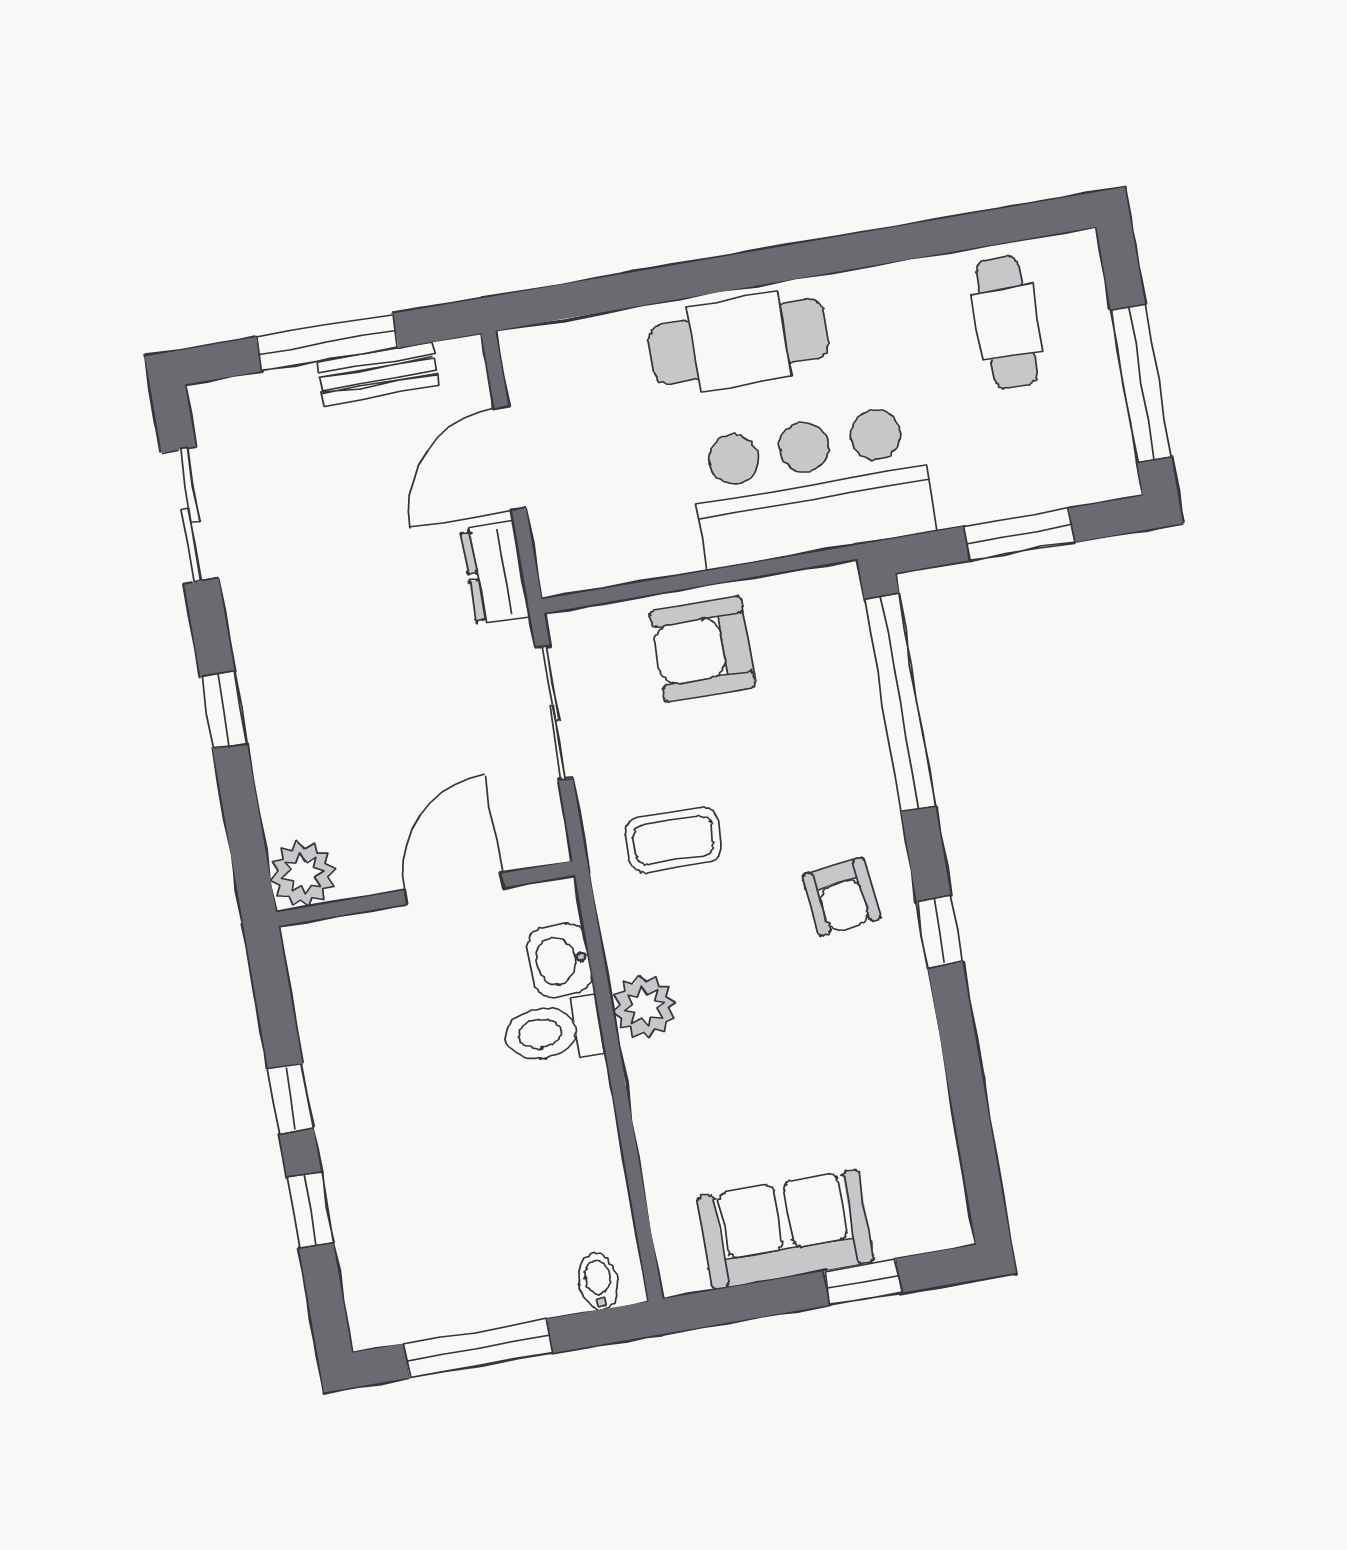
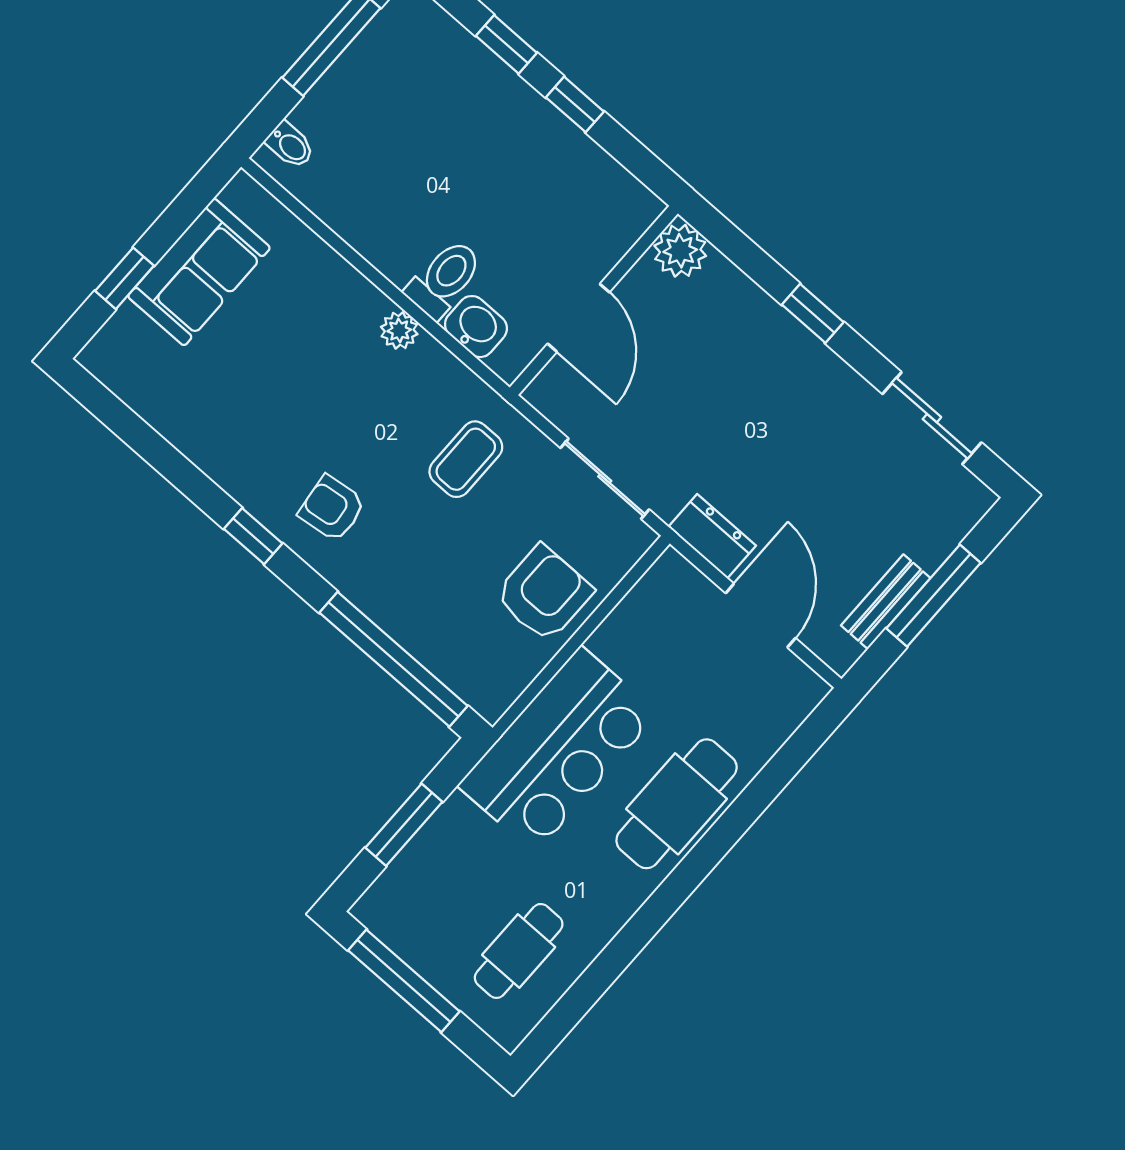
cafe table: (1007, 322) -> (519, 951), turned 90
plant: (644, 1007) -> (399, 330), width x0.73, depth x0.73

